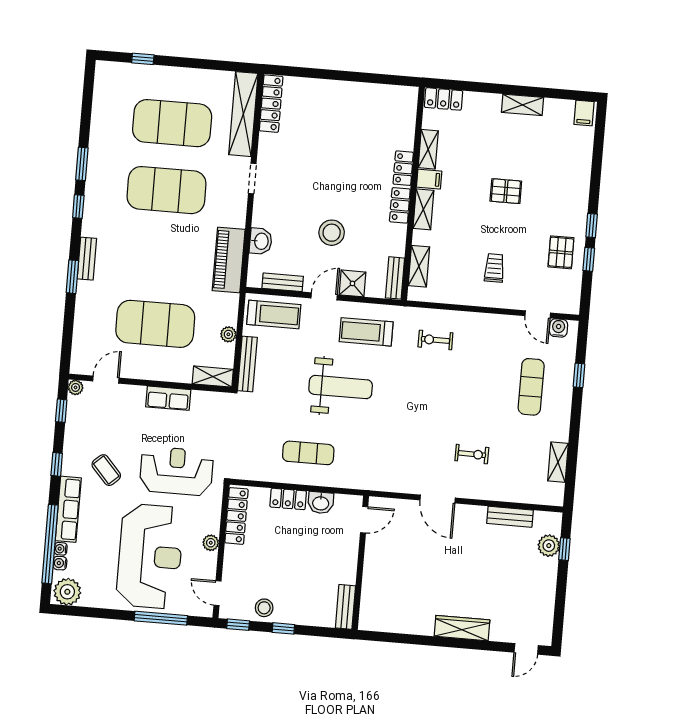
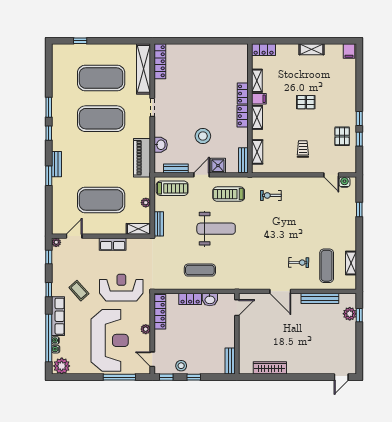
bench: (247, 364) -> (159, 224), width x0.73
exercise mat: (531, 387) -> (327, 266), moved
bench: (510, 517) -> (320, 298), width x1.36
wardrobe: (462, 628) -> (270, 368), moved

